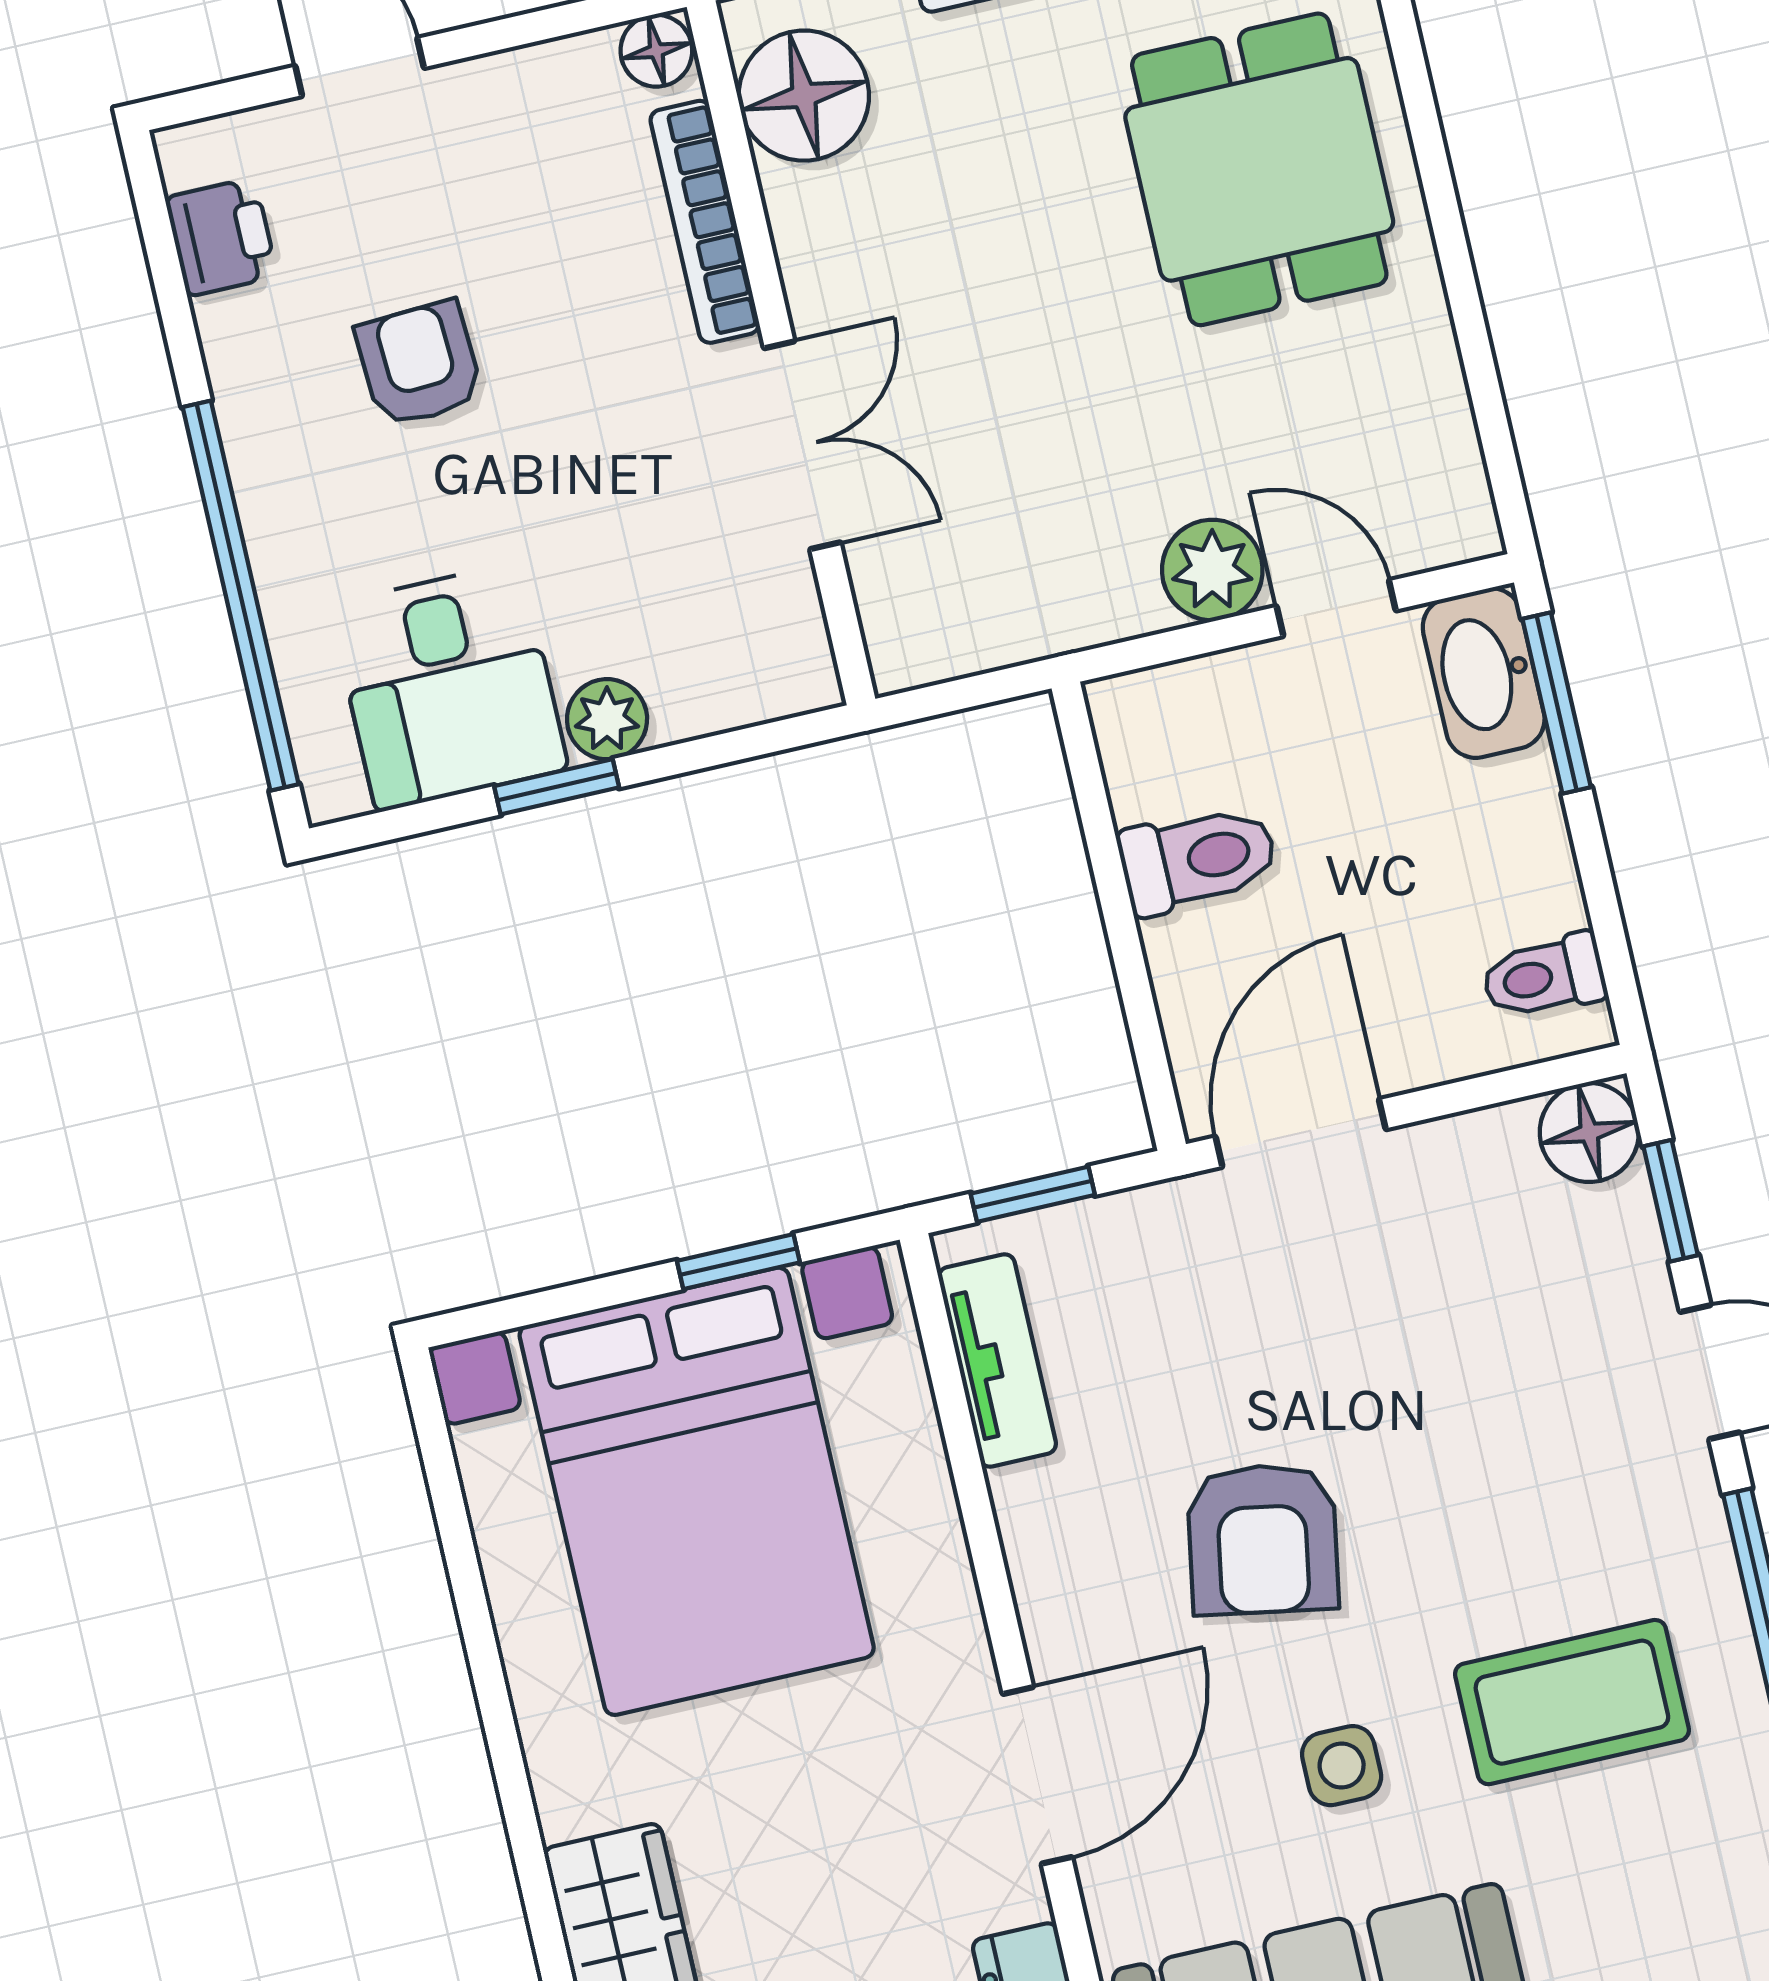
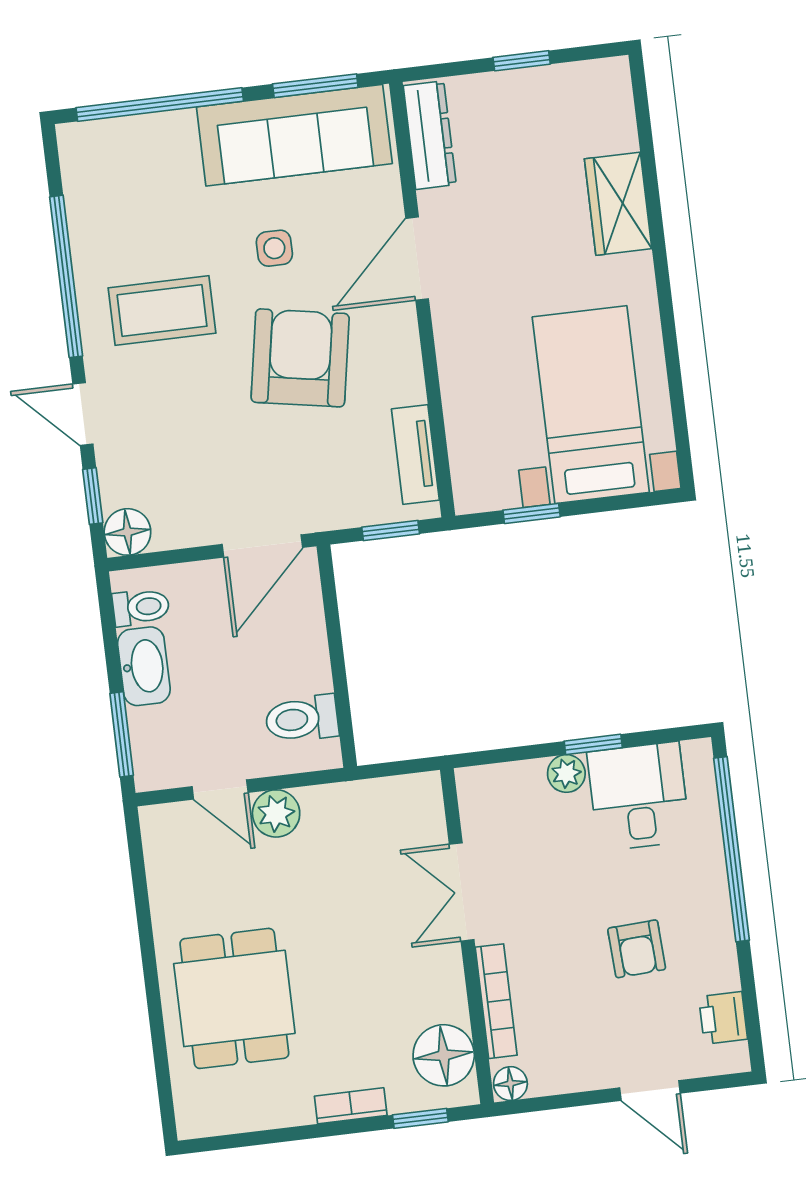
washbasin: (1484, 673) -> (144, 666), moved
toilet: (1198, 859) -> (302, 719), moved
bed with nightstands: (697, 1491) -> (591, 405), width x0.73
armchair: (1263, 1539) -> (300, 358), width x1.36, depth x1.36
coffee table: (1572, 1702) -> (162, 311), moved

